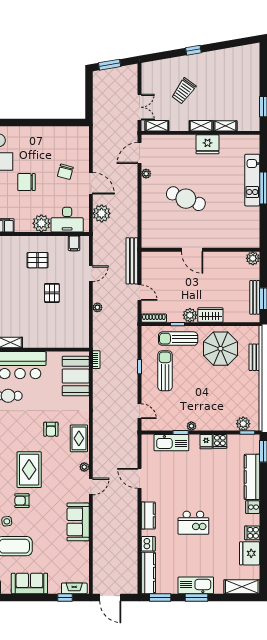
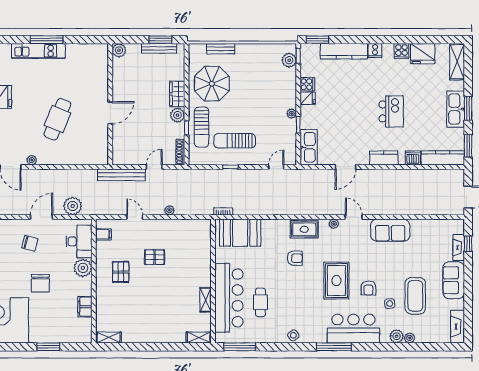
kitchen sink: (171, 443) -> (309, 147), moved
rug: (29, 470) -> (336, 281), turned 90
fireplace: (74, 588) -> (459, 248), moved

